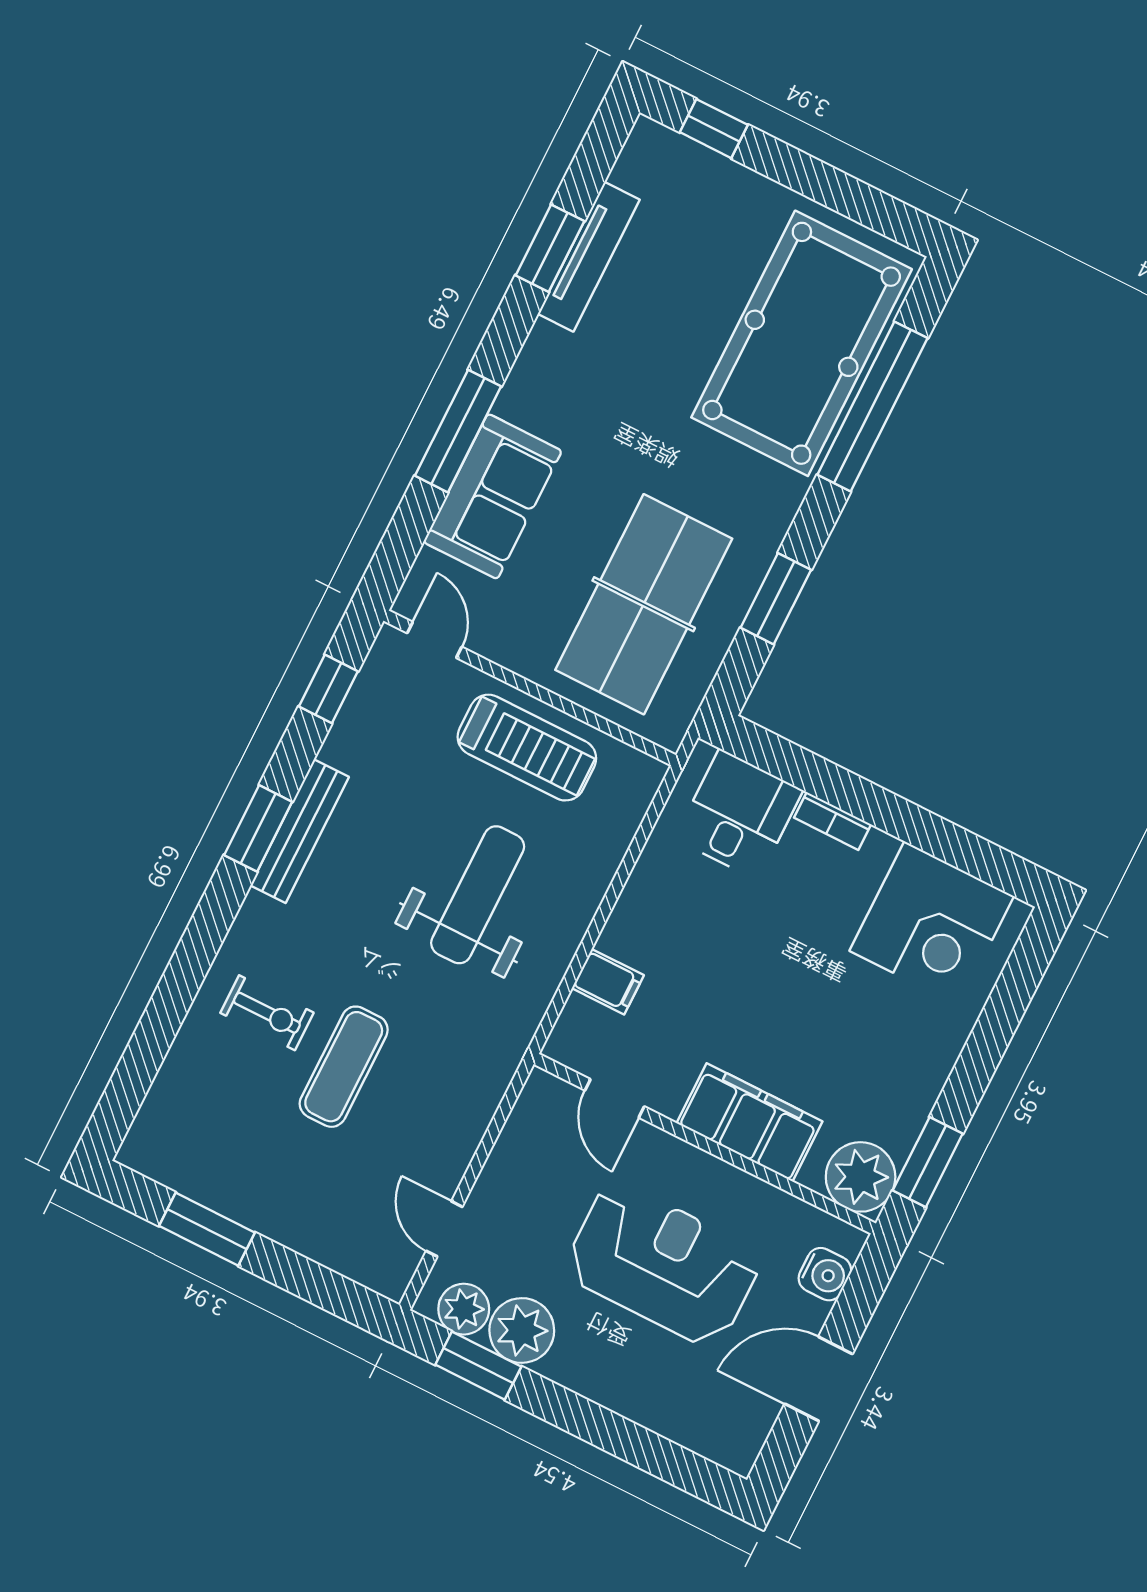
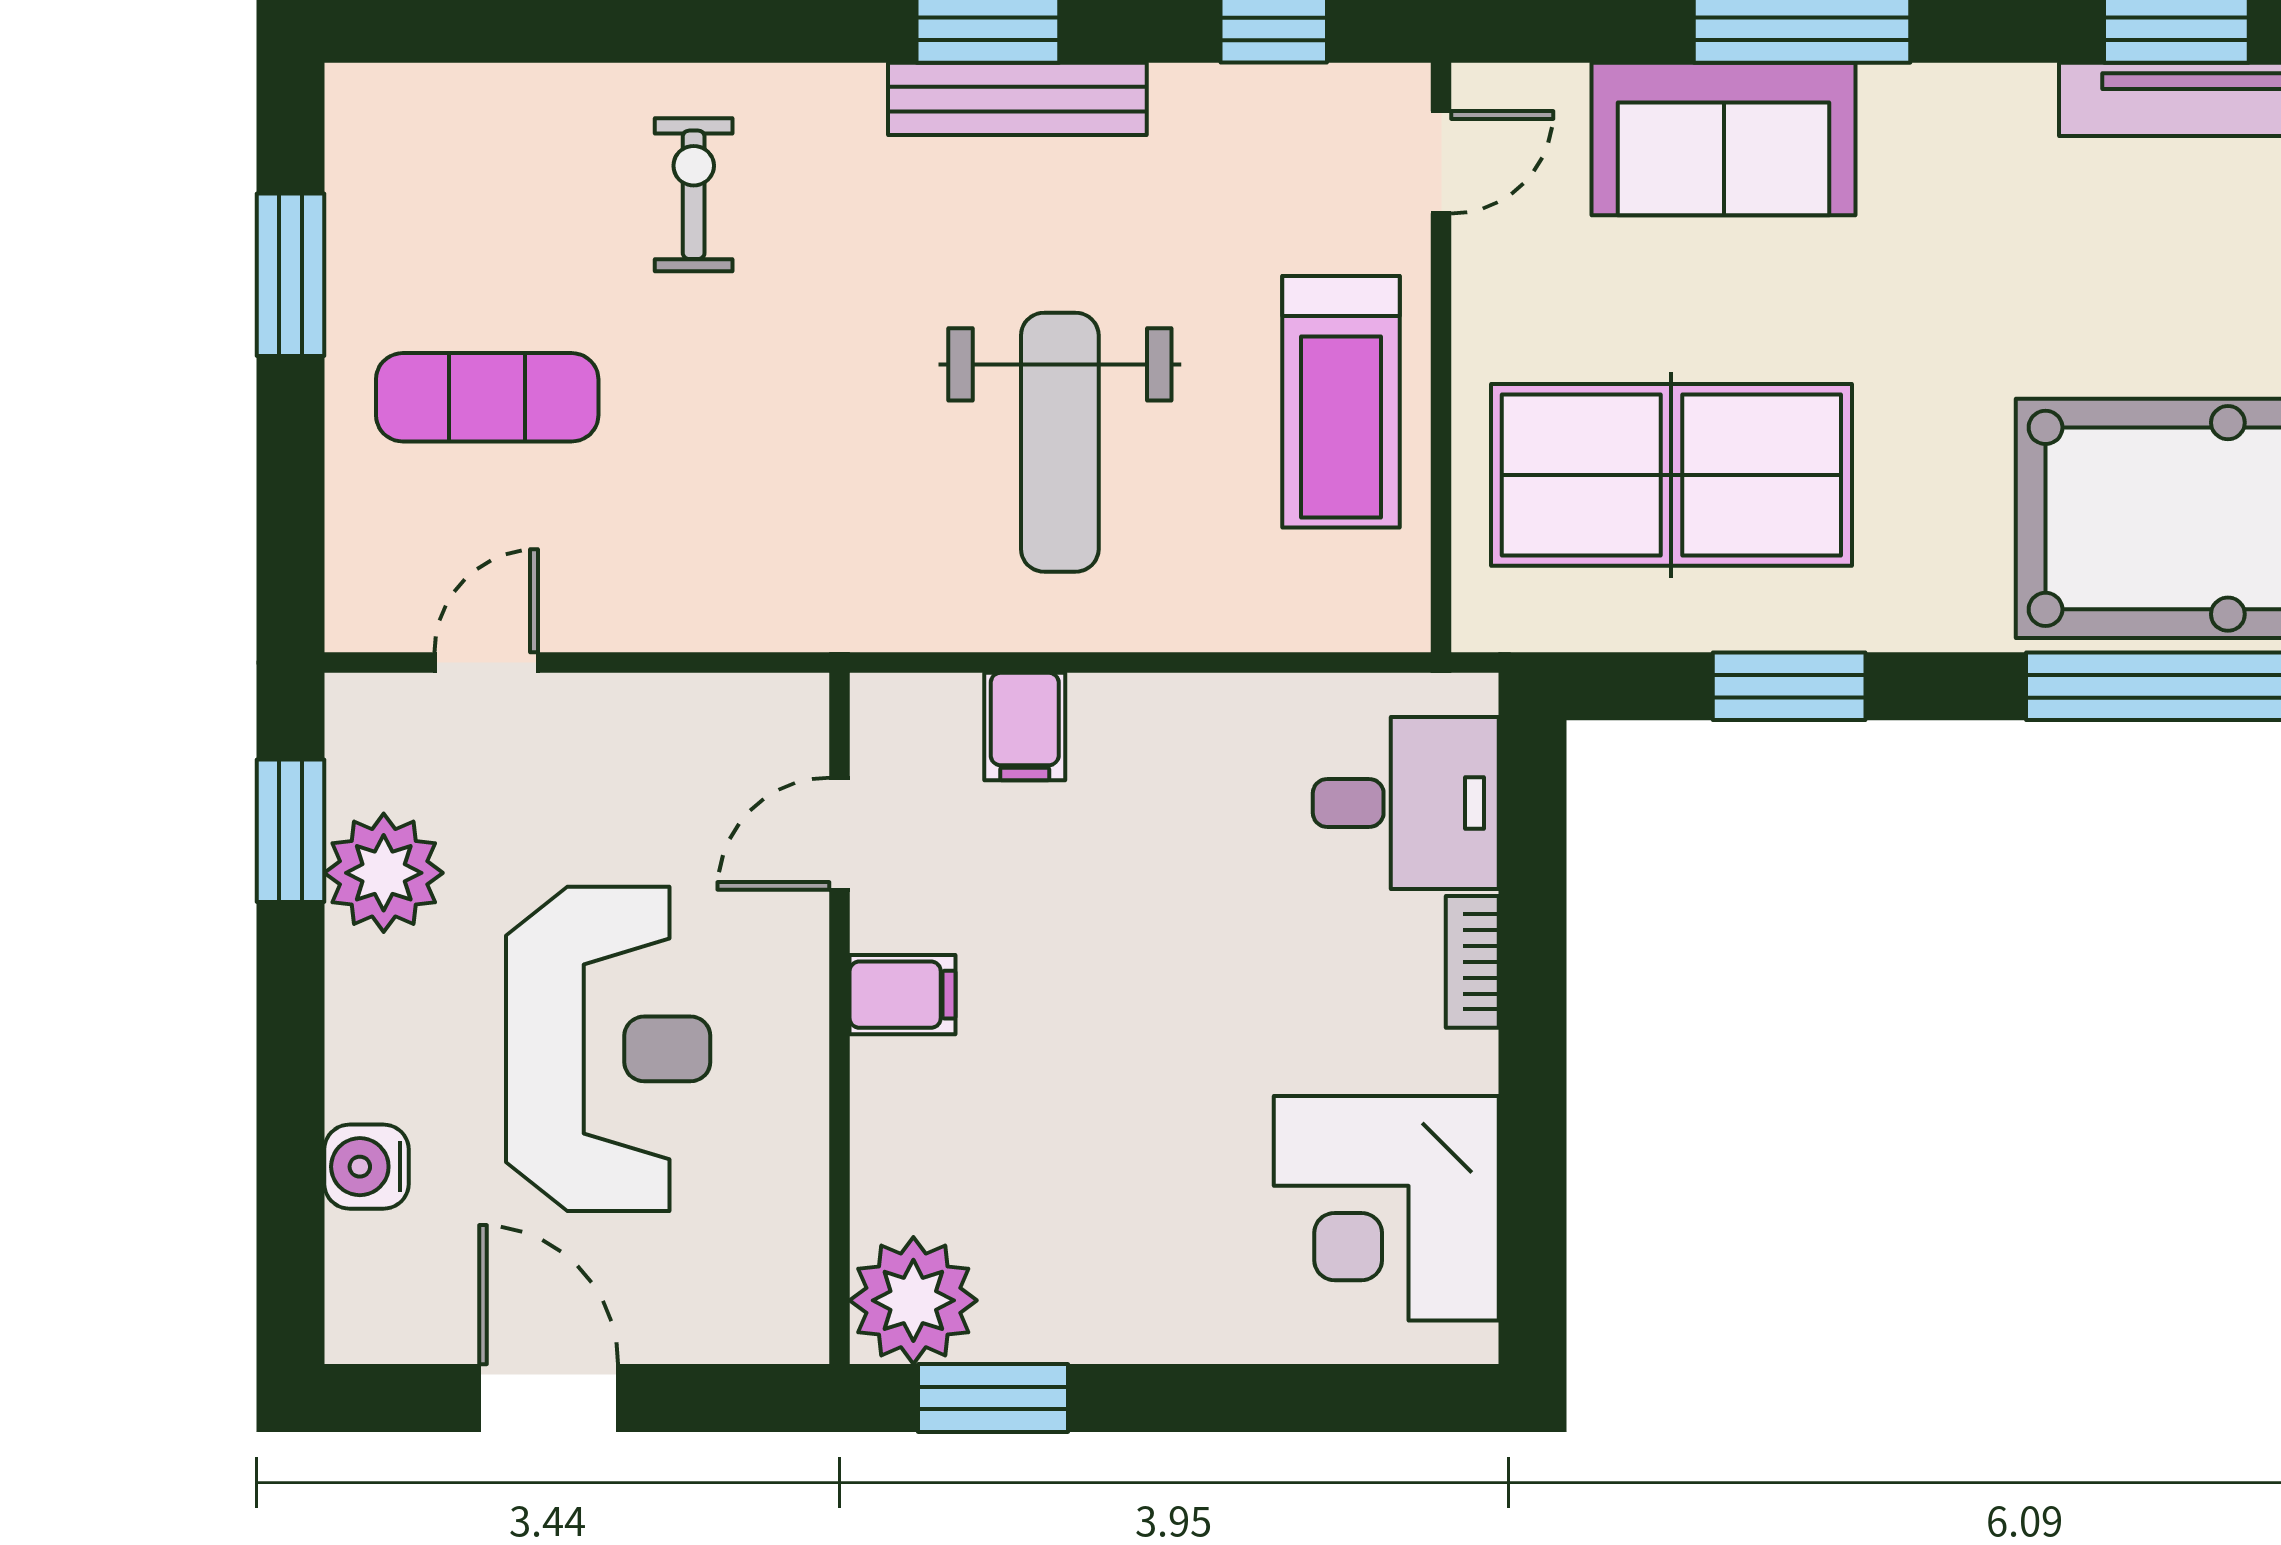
weight bench: (478, 895) -> (1060, 442), turned 90
exercise bike: (267, 1013) -> (694, 195), turned 180
exercise mat: (344, 1067) -> (487, 397), moved
filing cabinet: (750, 1122) -> (903, 995), width x0.33, depth x0.86
water cooler: (825, 1274) -> (367, 1167), moved, turned 90
plant: (464, 1309) -> (371, 760), removed

